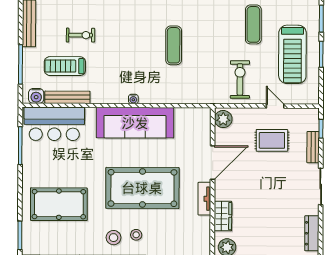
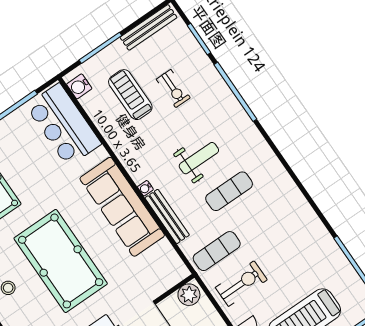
exercise mat: (253, 24) -> (217, 251), moved
weight bench: (138, 50) -> (199, 158), added
bench: (67, 97) -> (167, 216), moved

